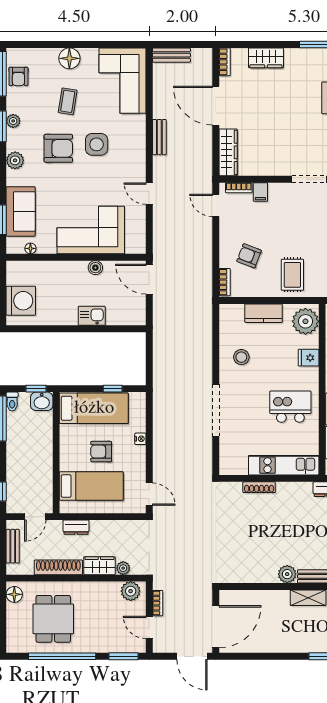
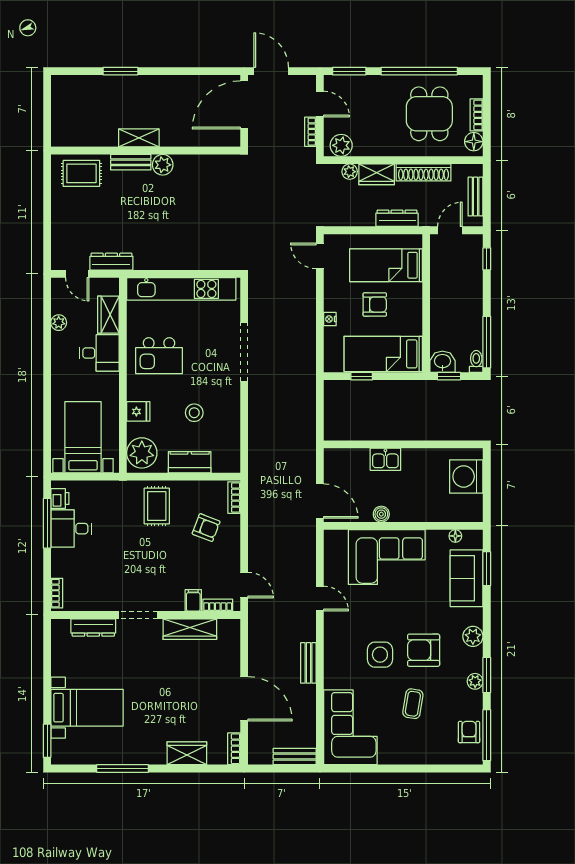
floor lamp: (69, 58) -> (411, 753), removed
wardrobe: (228, 152) -> (190, 629), moved, turned -90
stool: (241, 357) -> (194, 413), moved
kitchen unit: (284, 465) -> (181, 289), width x1.36
shoe rack: (259, 487) -> (195, 264), removed
dresser: (76, 527) -> (397, 218), width x1.44
bookcase: (12, 618) -> (477, 115), added

